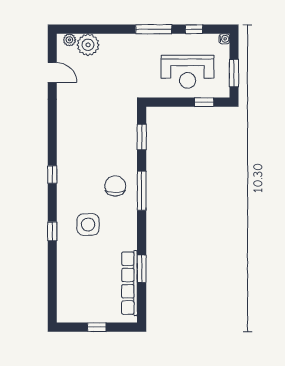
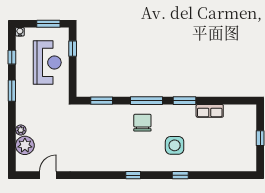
window: (154, 29) -> (12, 91), width x0.69
plant: (69, 40) -> (21, 130), moved
chair: (115, 186) -> (142, 123), turned 90
window: (142, 269) -> (185, 101), moved
row of seats: (129, 283) -> (210, 111), width x0.50

